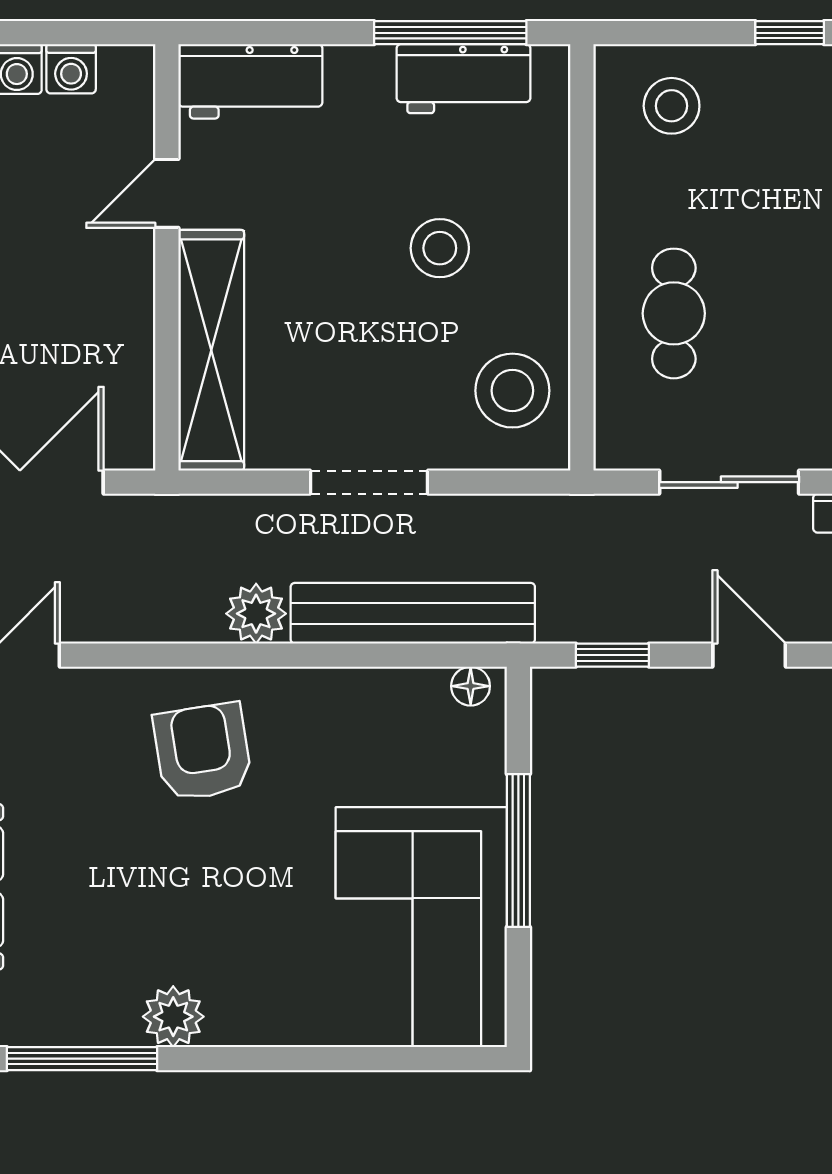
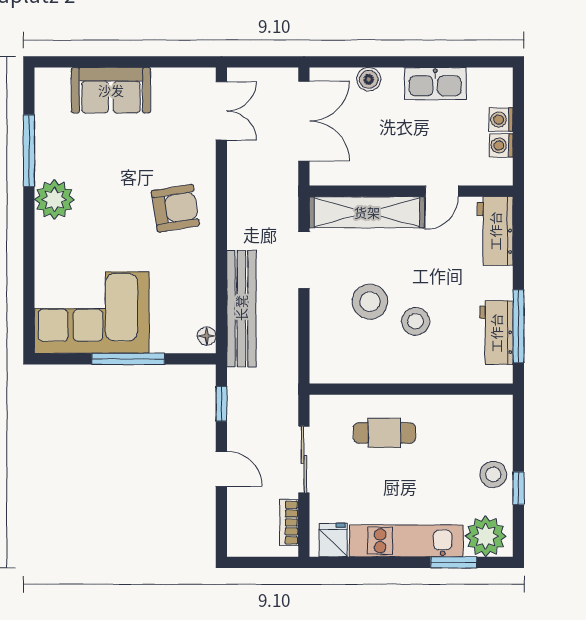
stool: (672, 106) -> (493, 474), moved
door: (167, 193) -> (442, 191), swing flipped
stool: (512, 391) -> (370, 302), moved
doorway: (369, 482) -> (304, 260), moved
plant: (256, 614) -> (241, 234), removed
door: (749, 655) -> (221, 469), hinge flipped
plant: (173, 1017) -> (54, 199), width x1.36, depth x1.36

